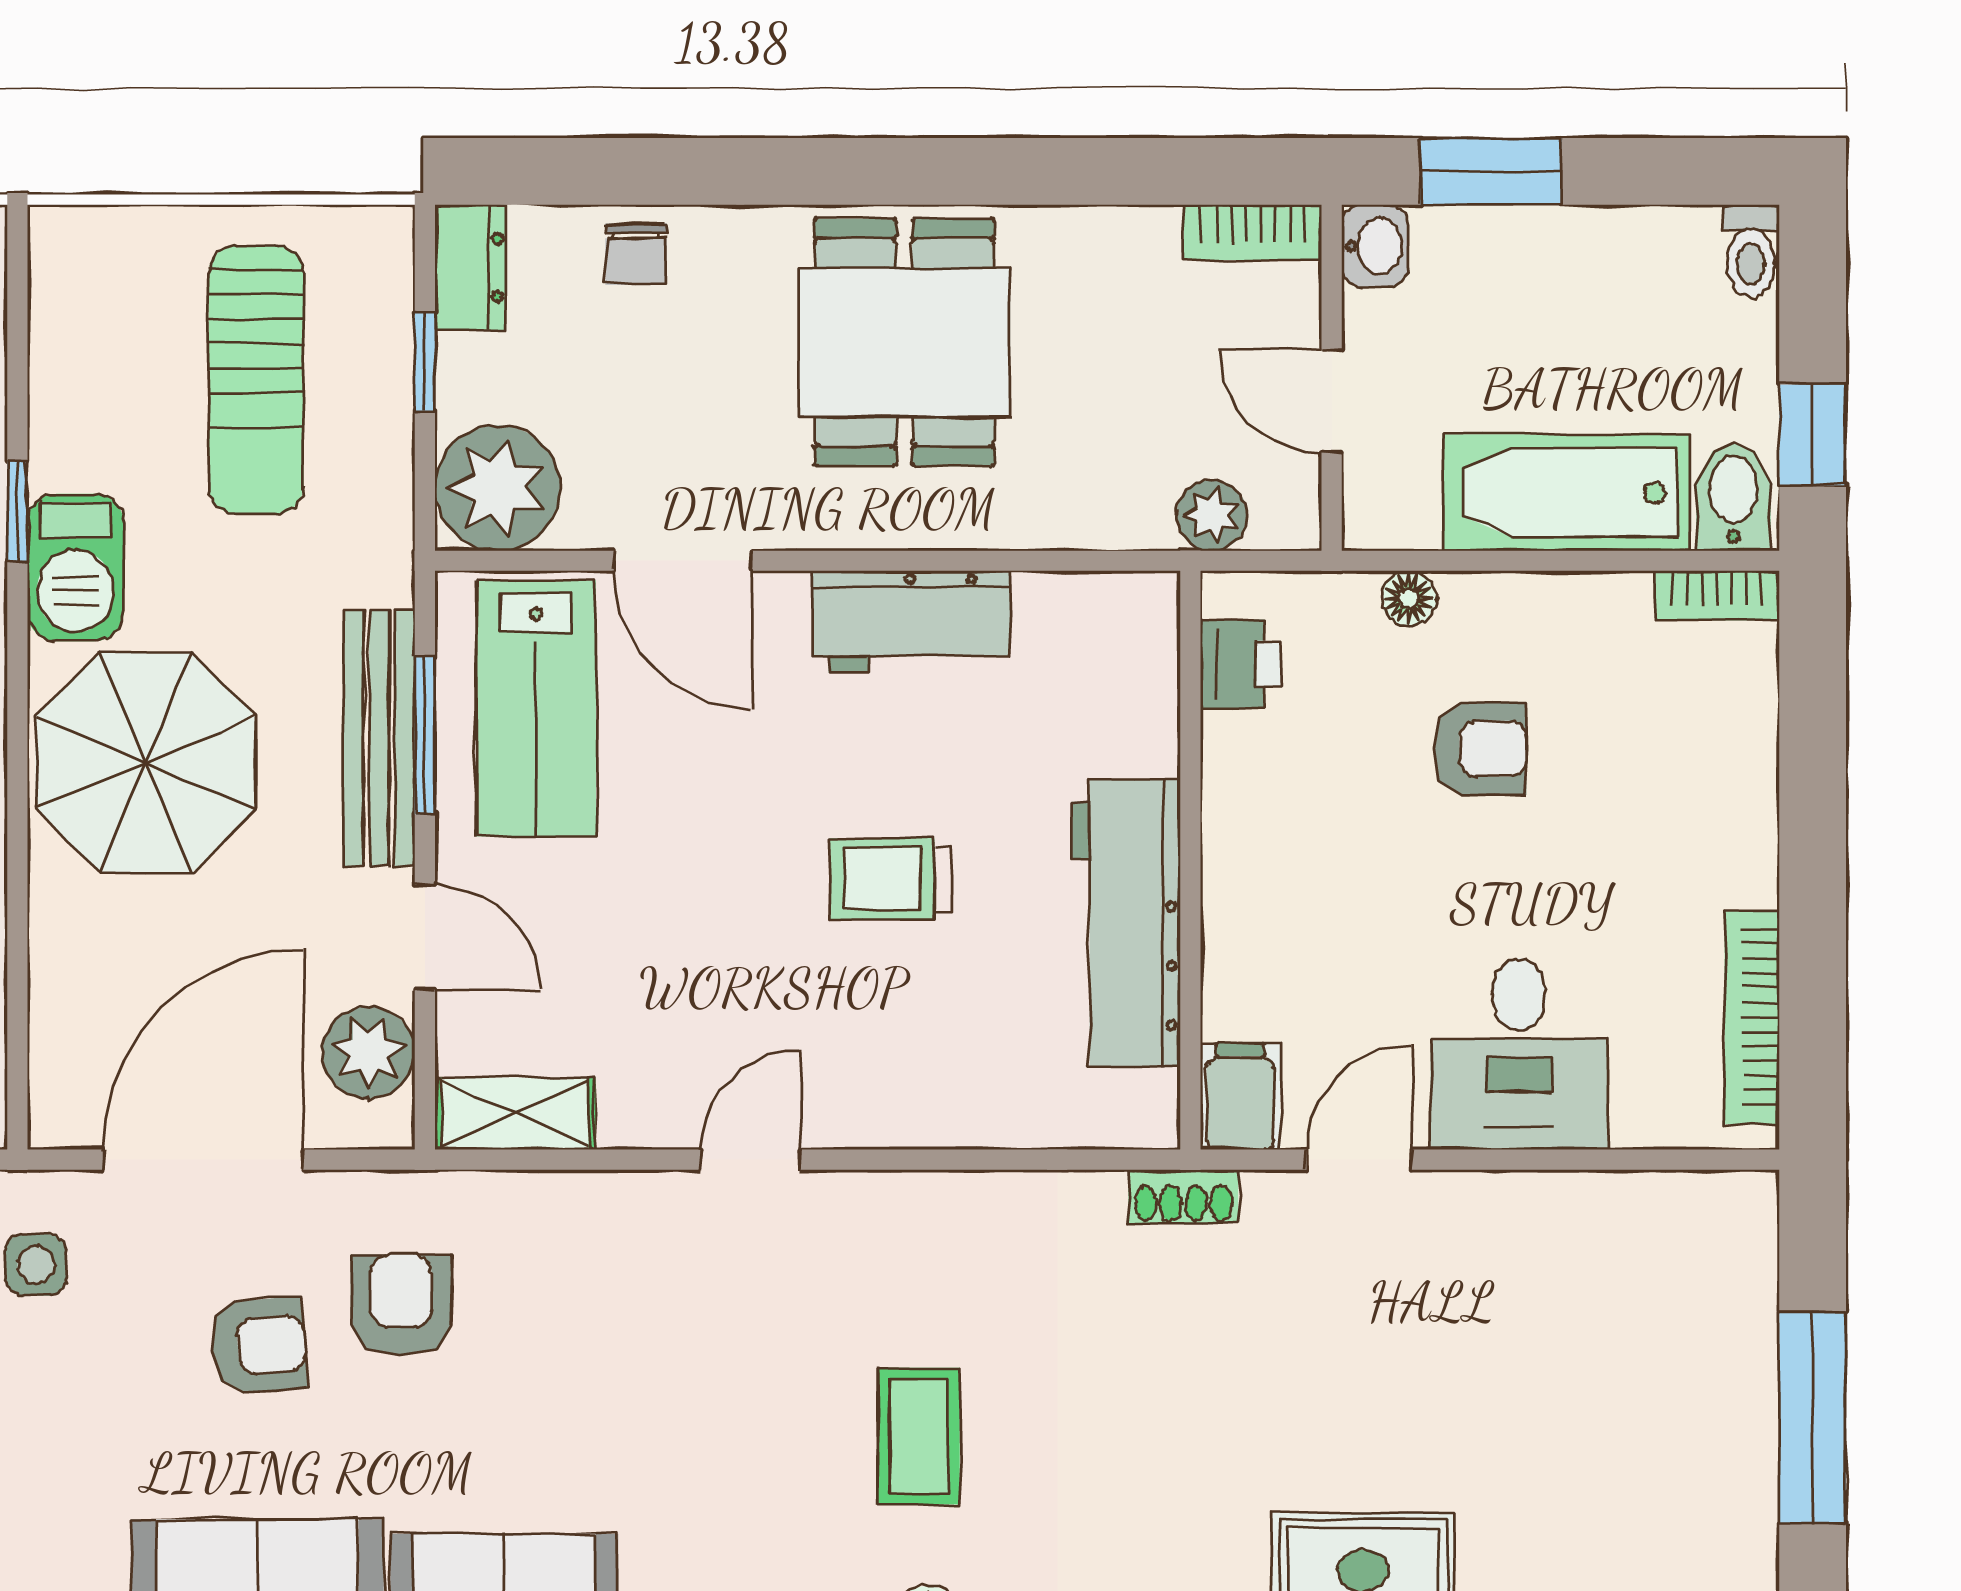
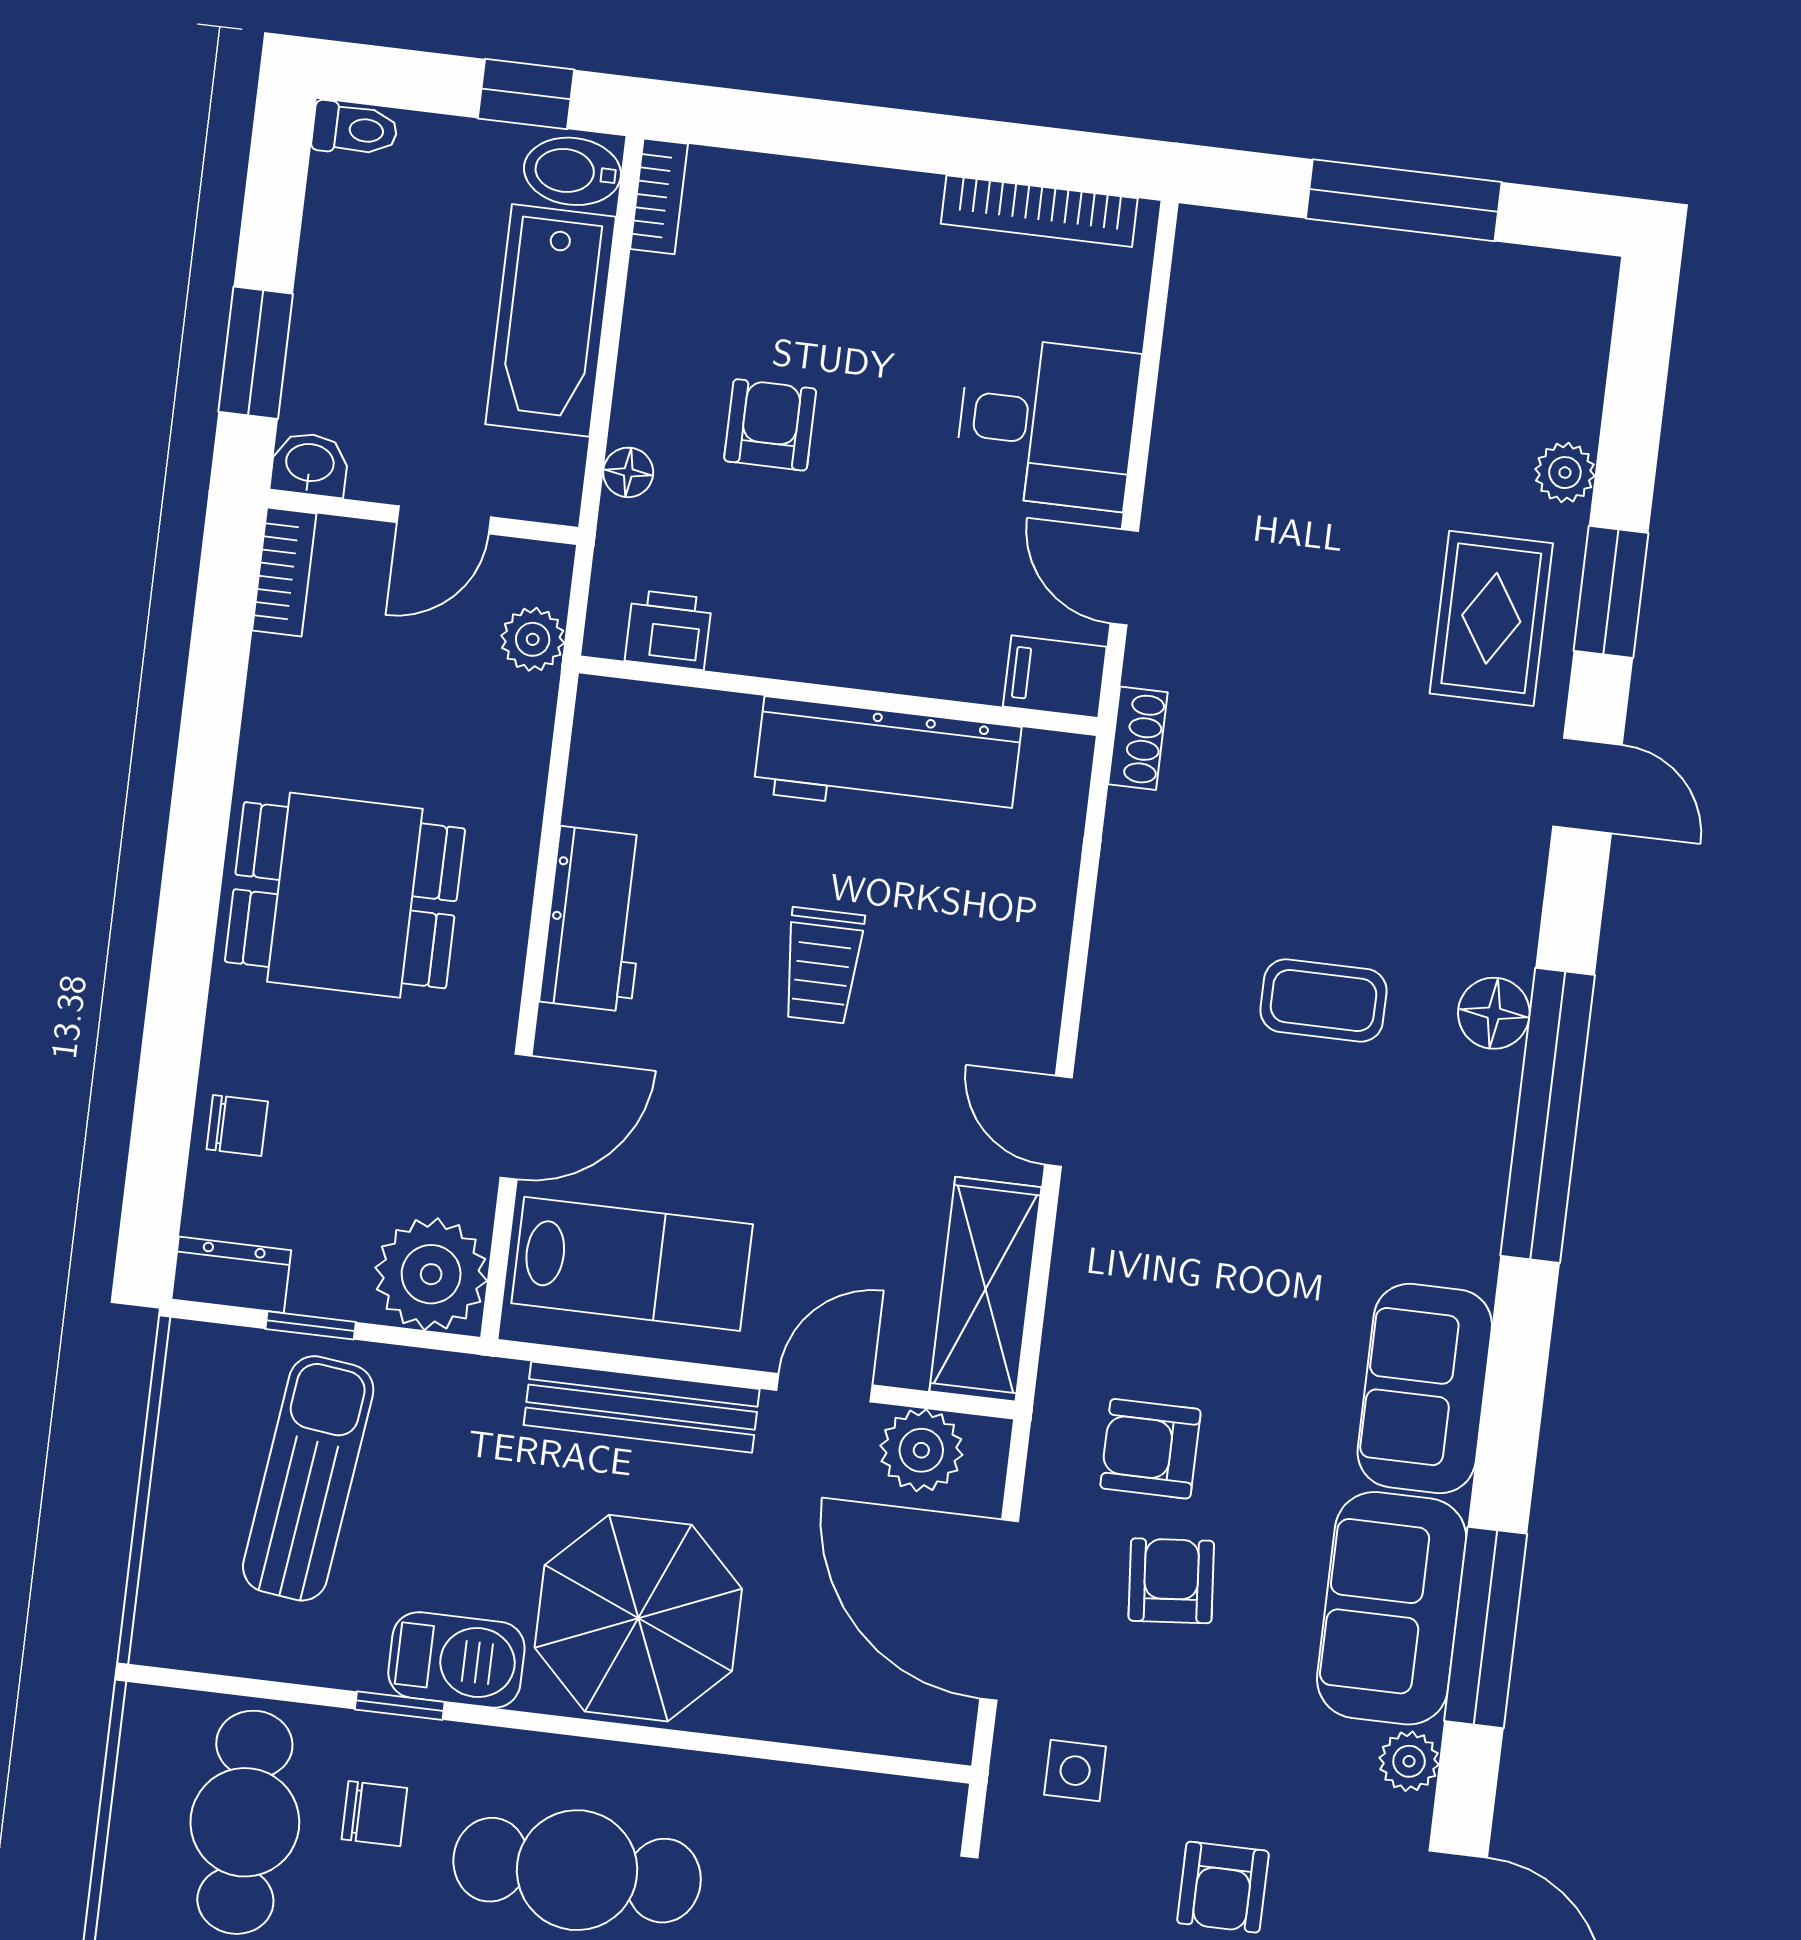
sun lounger: (256, 380) -> (308, 1478), turned -83
window: (425, 736) -> (644, 1366), removed
shelving: (515, 1114) -> (985, 1289), width x1.50, depth x1.33

